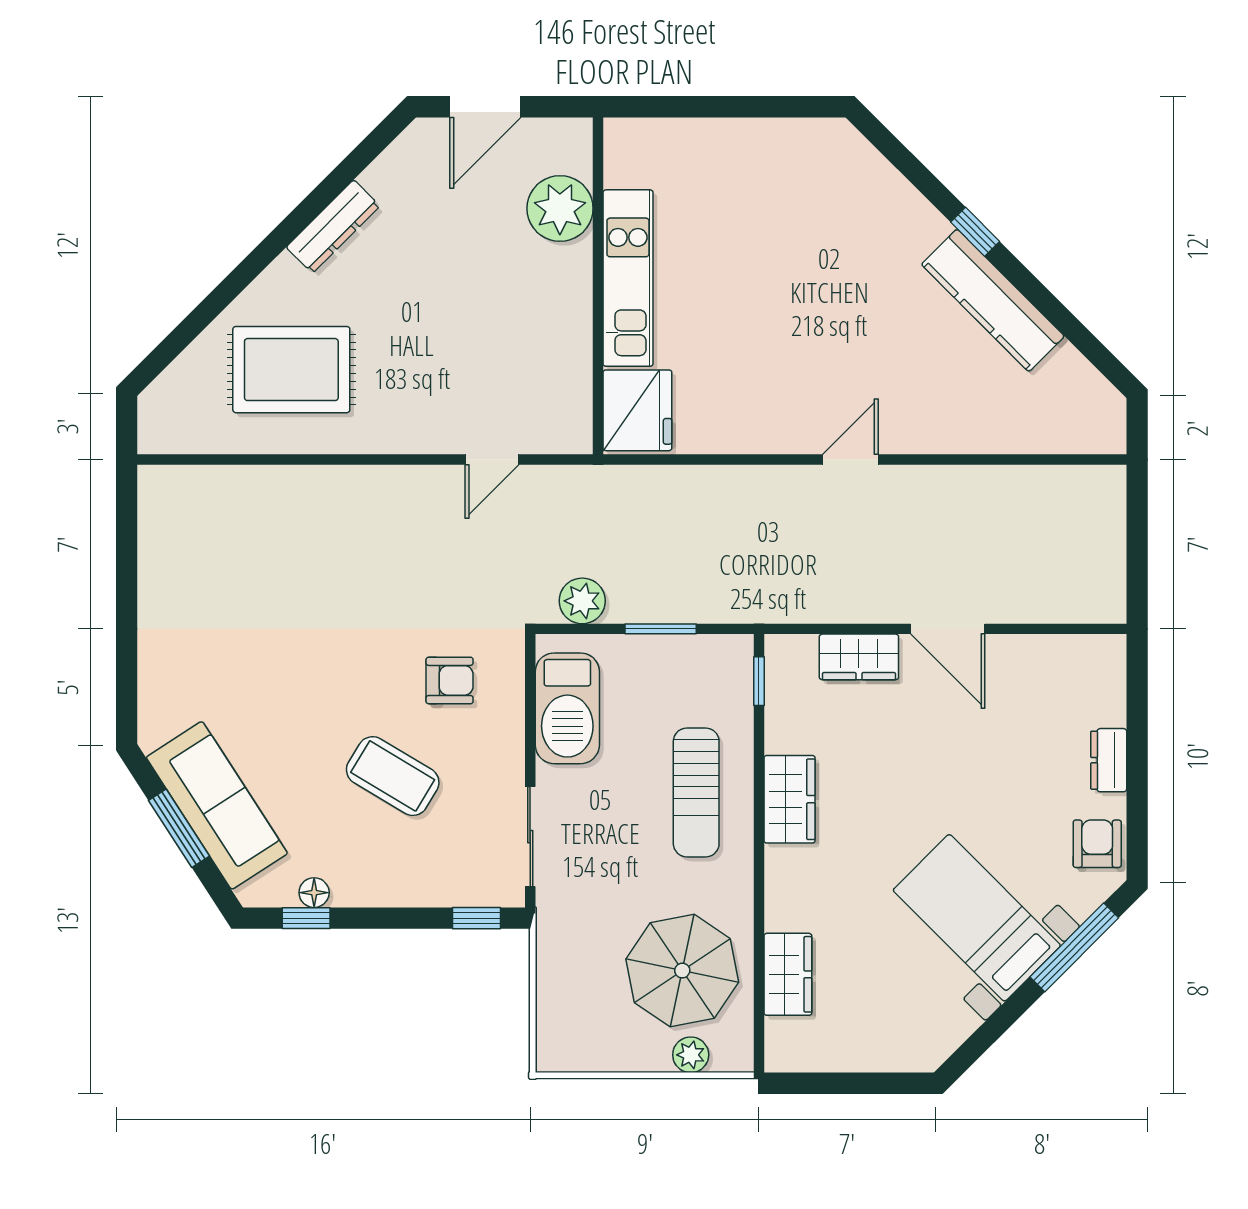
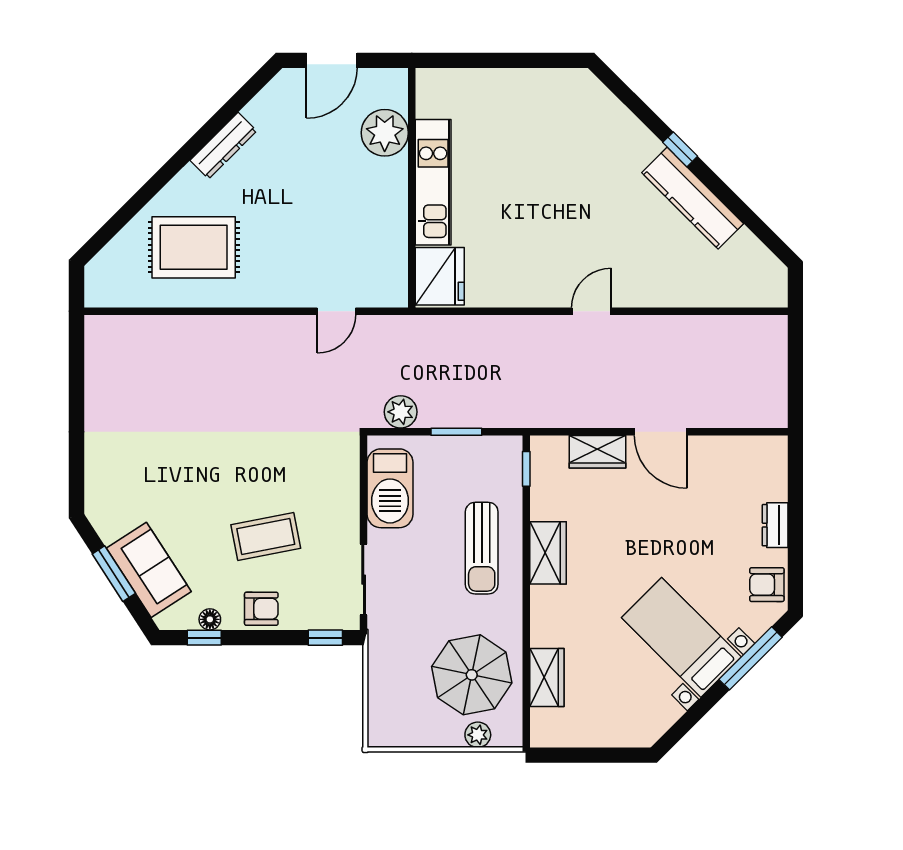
armchair: (450, 680) -> (261, 609), moved
coffee table: (393, 776) -> (266, 536), turned -42
sofa: (217, 805) -> (149, 570), width x0.73
armchair: (1097, 844) -> (767, 585), turned -90

